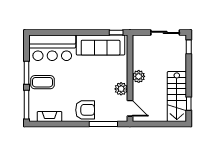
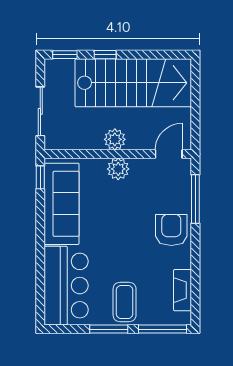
sliding door: (165, 32) -> (40, 111), moved
plant: (121, 89) -> (118, 169), moved
stairs: (177, 97) -> (133, 83), width x1.36, depth x1.51
window: (189, 104) -> (105, 55), moved

